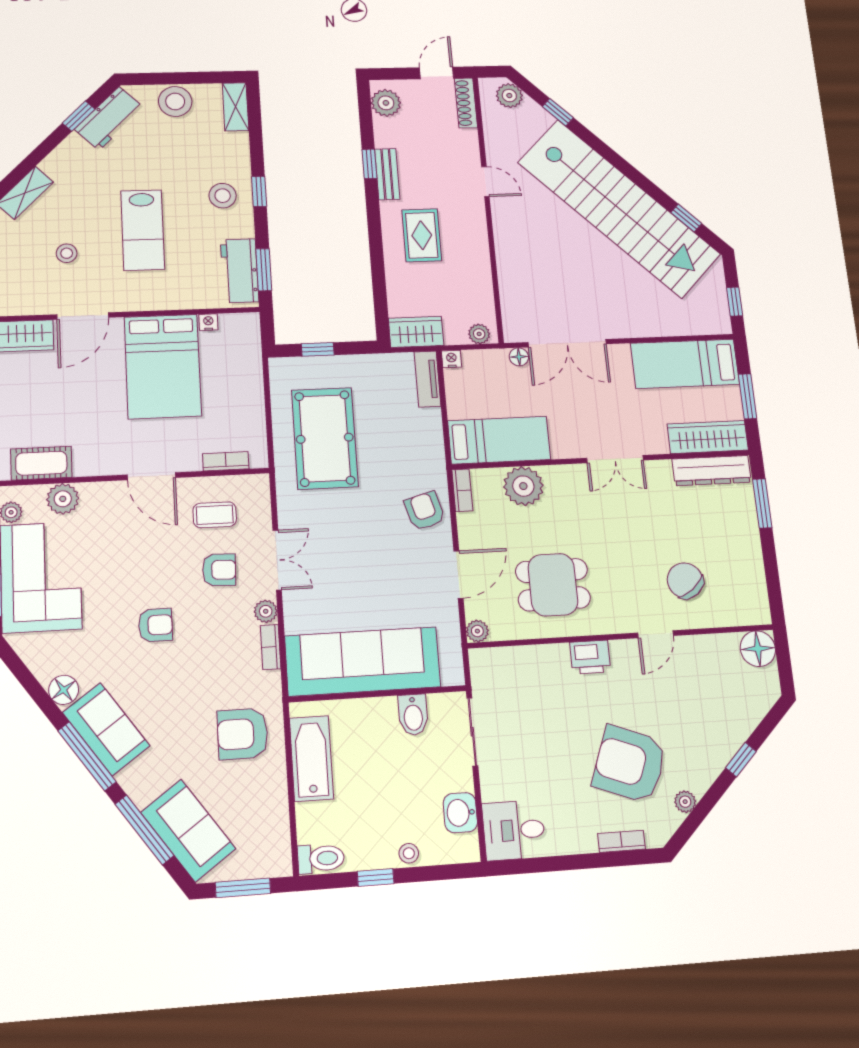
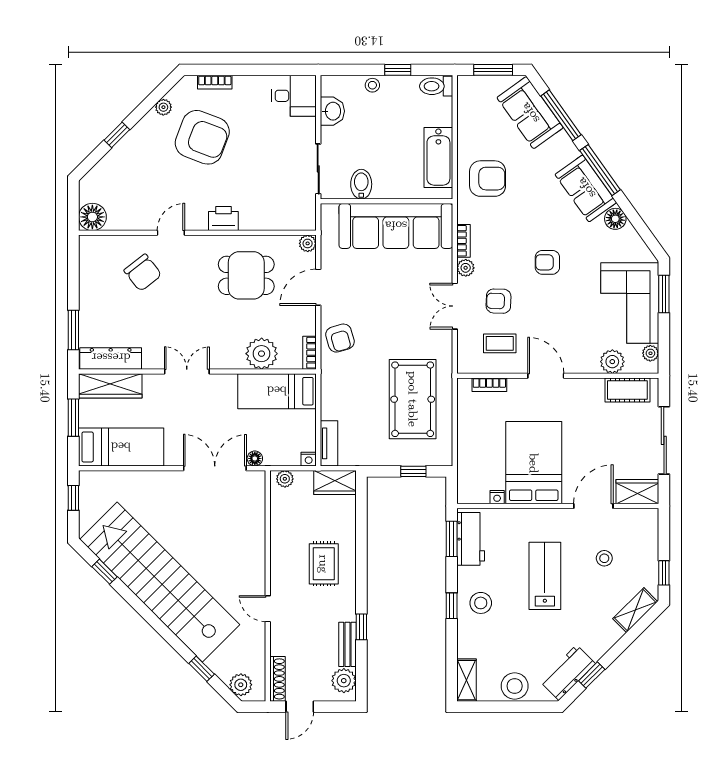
bench: (387, 174) -> (347, 644), moved

